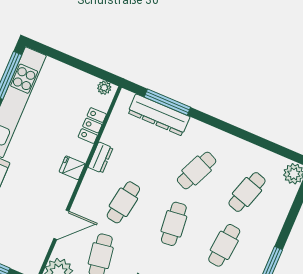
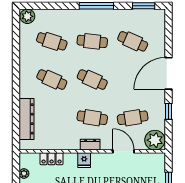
plant: (104, 88) -> (24, 174), moved
window: (167, 102) -> (16, 117), removed
dresser: (101, 158) -> (90, 145), moved
cafe table: (174, 224) -> (92, 80), turned 30

